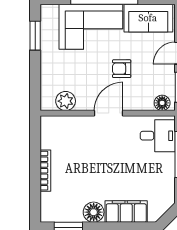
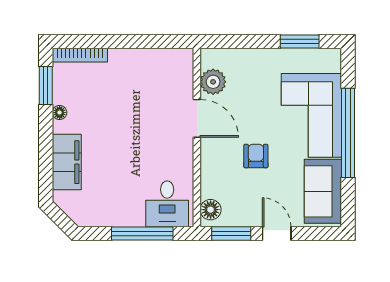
door: (109, 113) -> (197, 118), moved
bookcase: (45, 171) -> (80, 55), moved
floor lamp: (94, 212) -> (60, 113), width x0.53, depth x0.53

